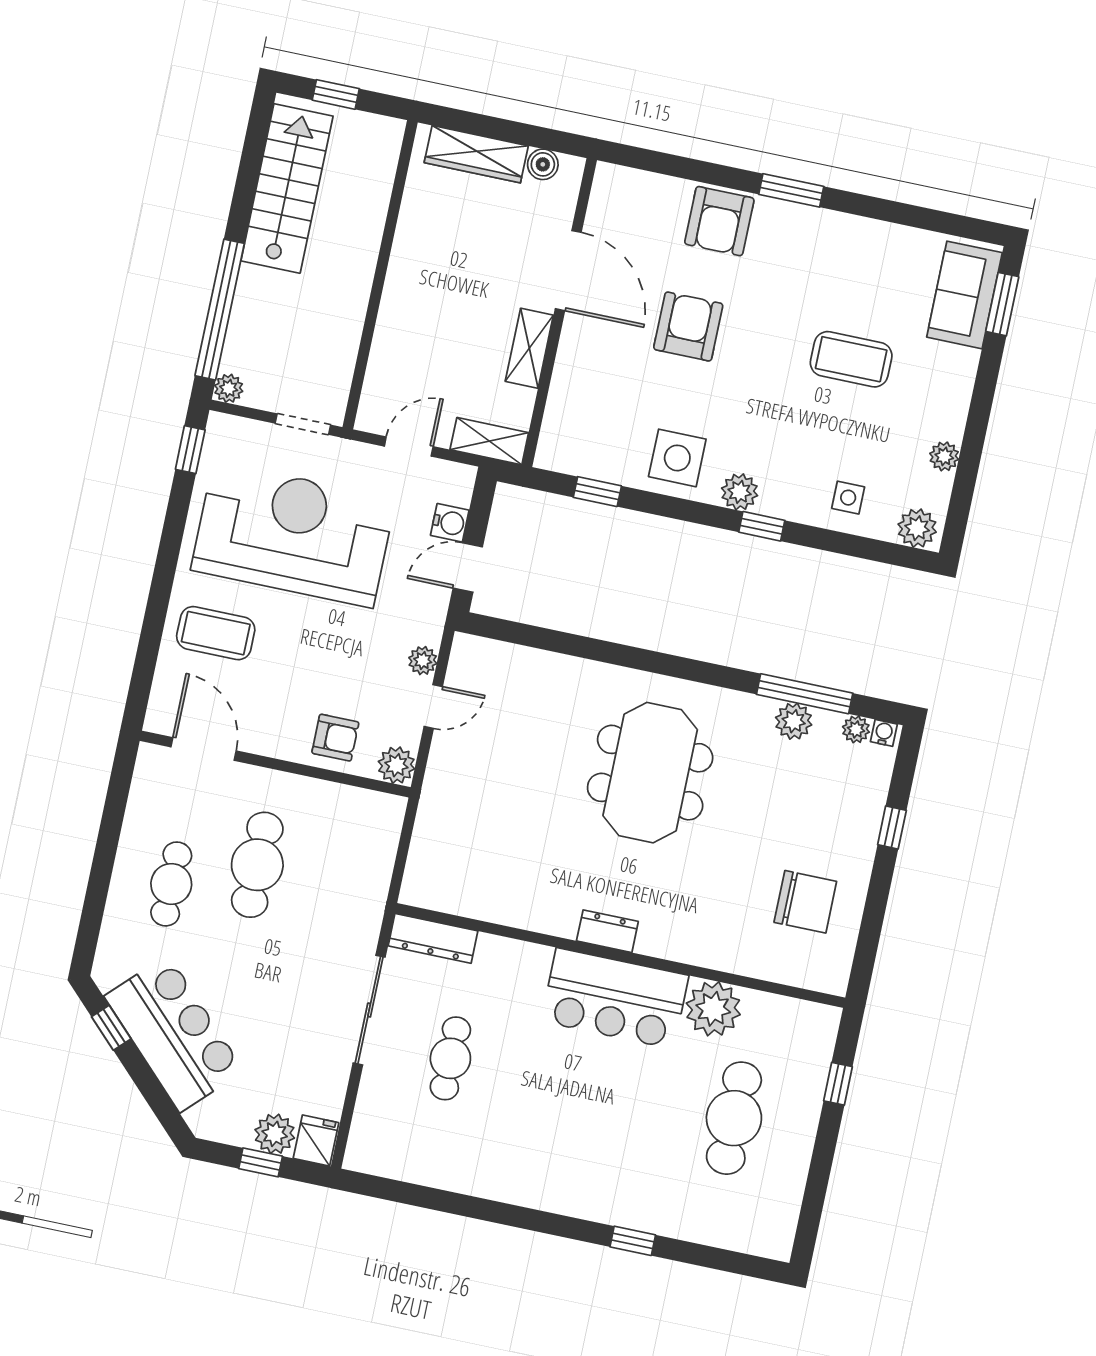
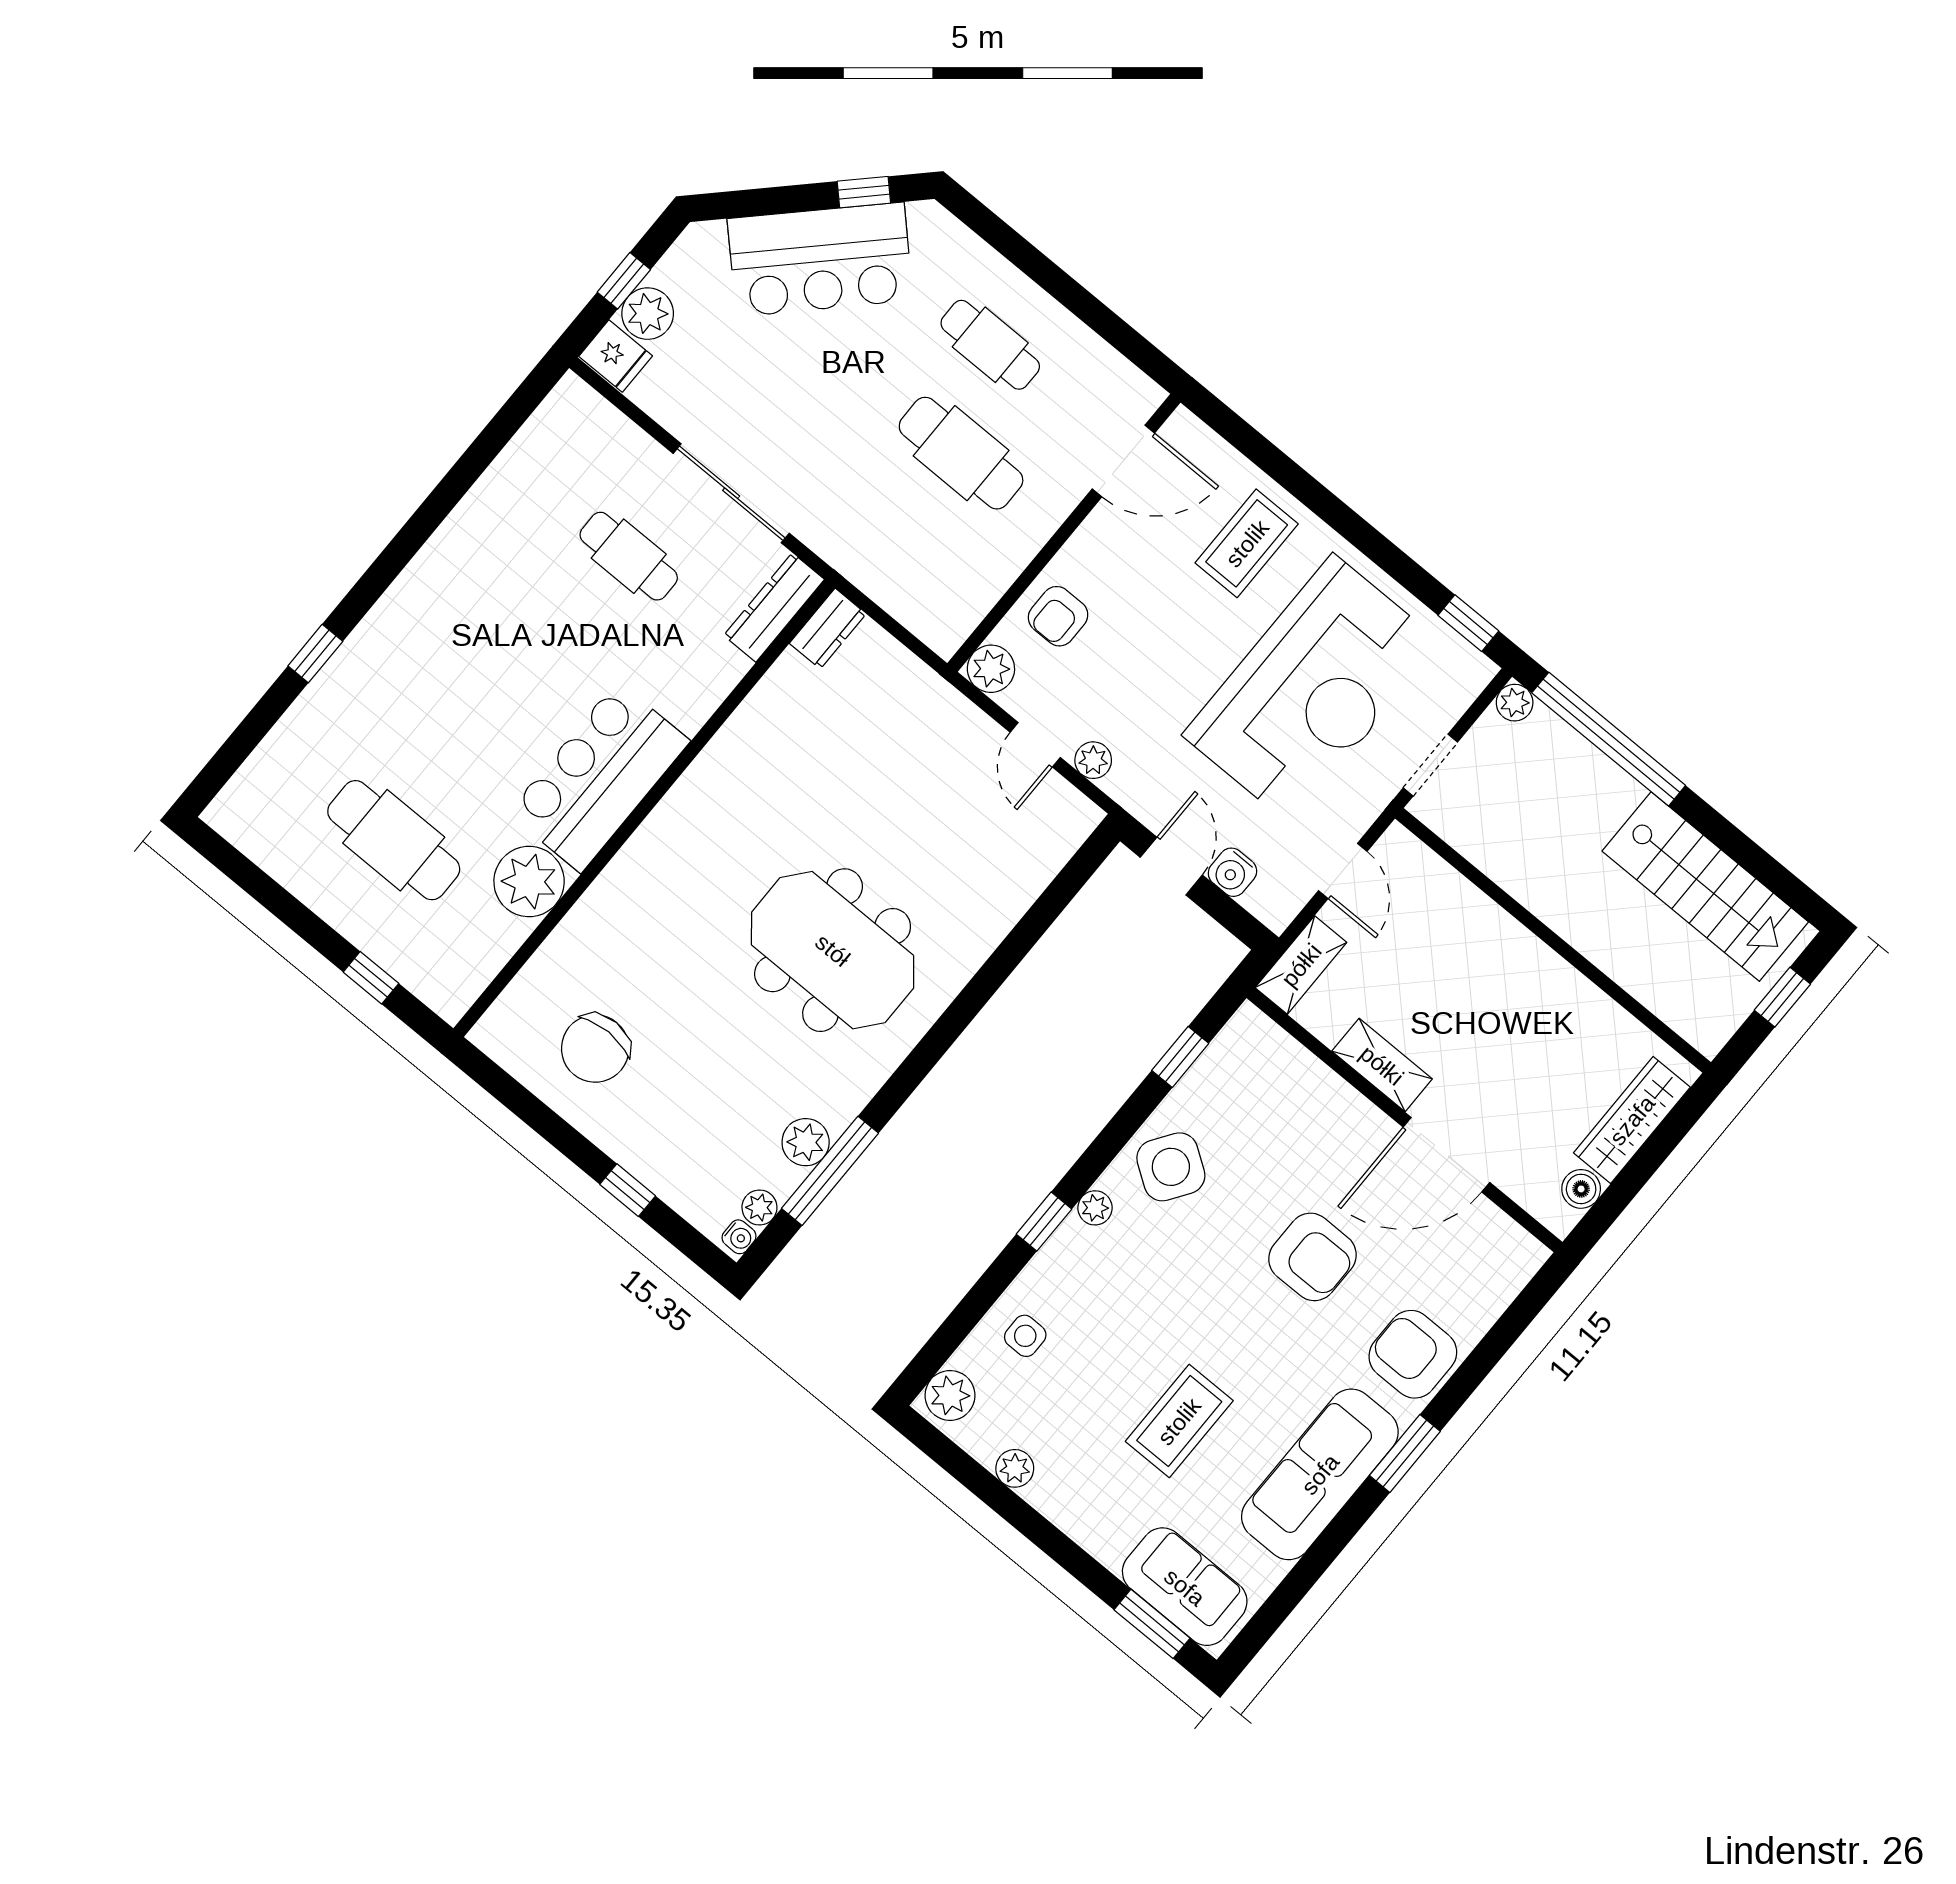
sofa: (837, 242) -> (1320, 1474), added
side table: (677, 458) -> (1171, 1167), turned 34
plant: (740, 492) -> (1095, 1208), width x0.73, depth x0.73
dresser: (607, 931) -> (828, 629), moved

